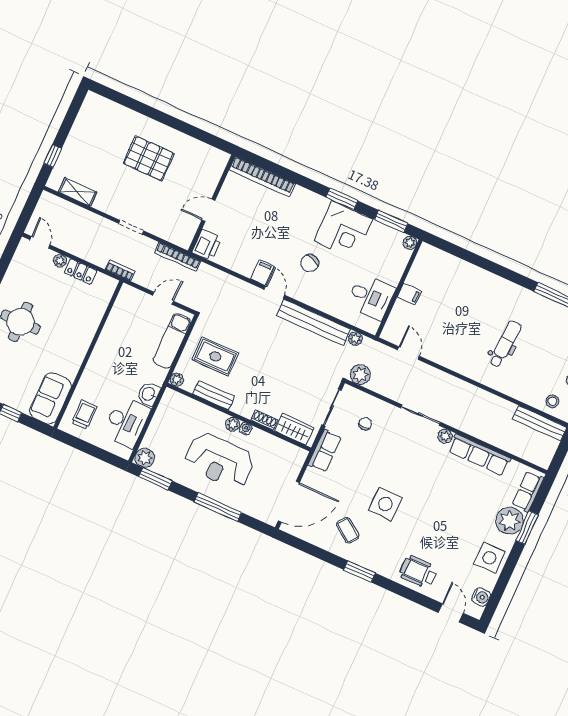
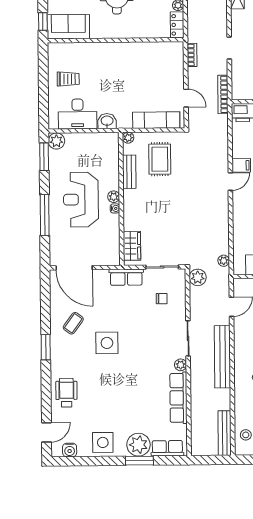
bench: (313, 322) -> (222, 357), moved
wall: (88, 355) -> (116, 40), moved
sofa: (50, 398) -> (68, 27), moved
shoe rack: (264, 420) -> (128, 220), removed

